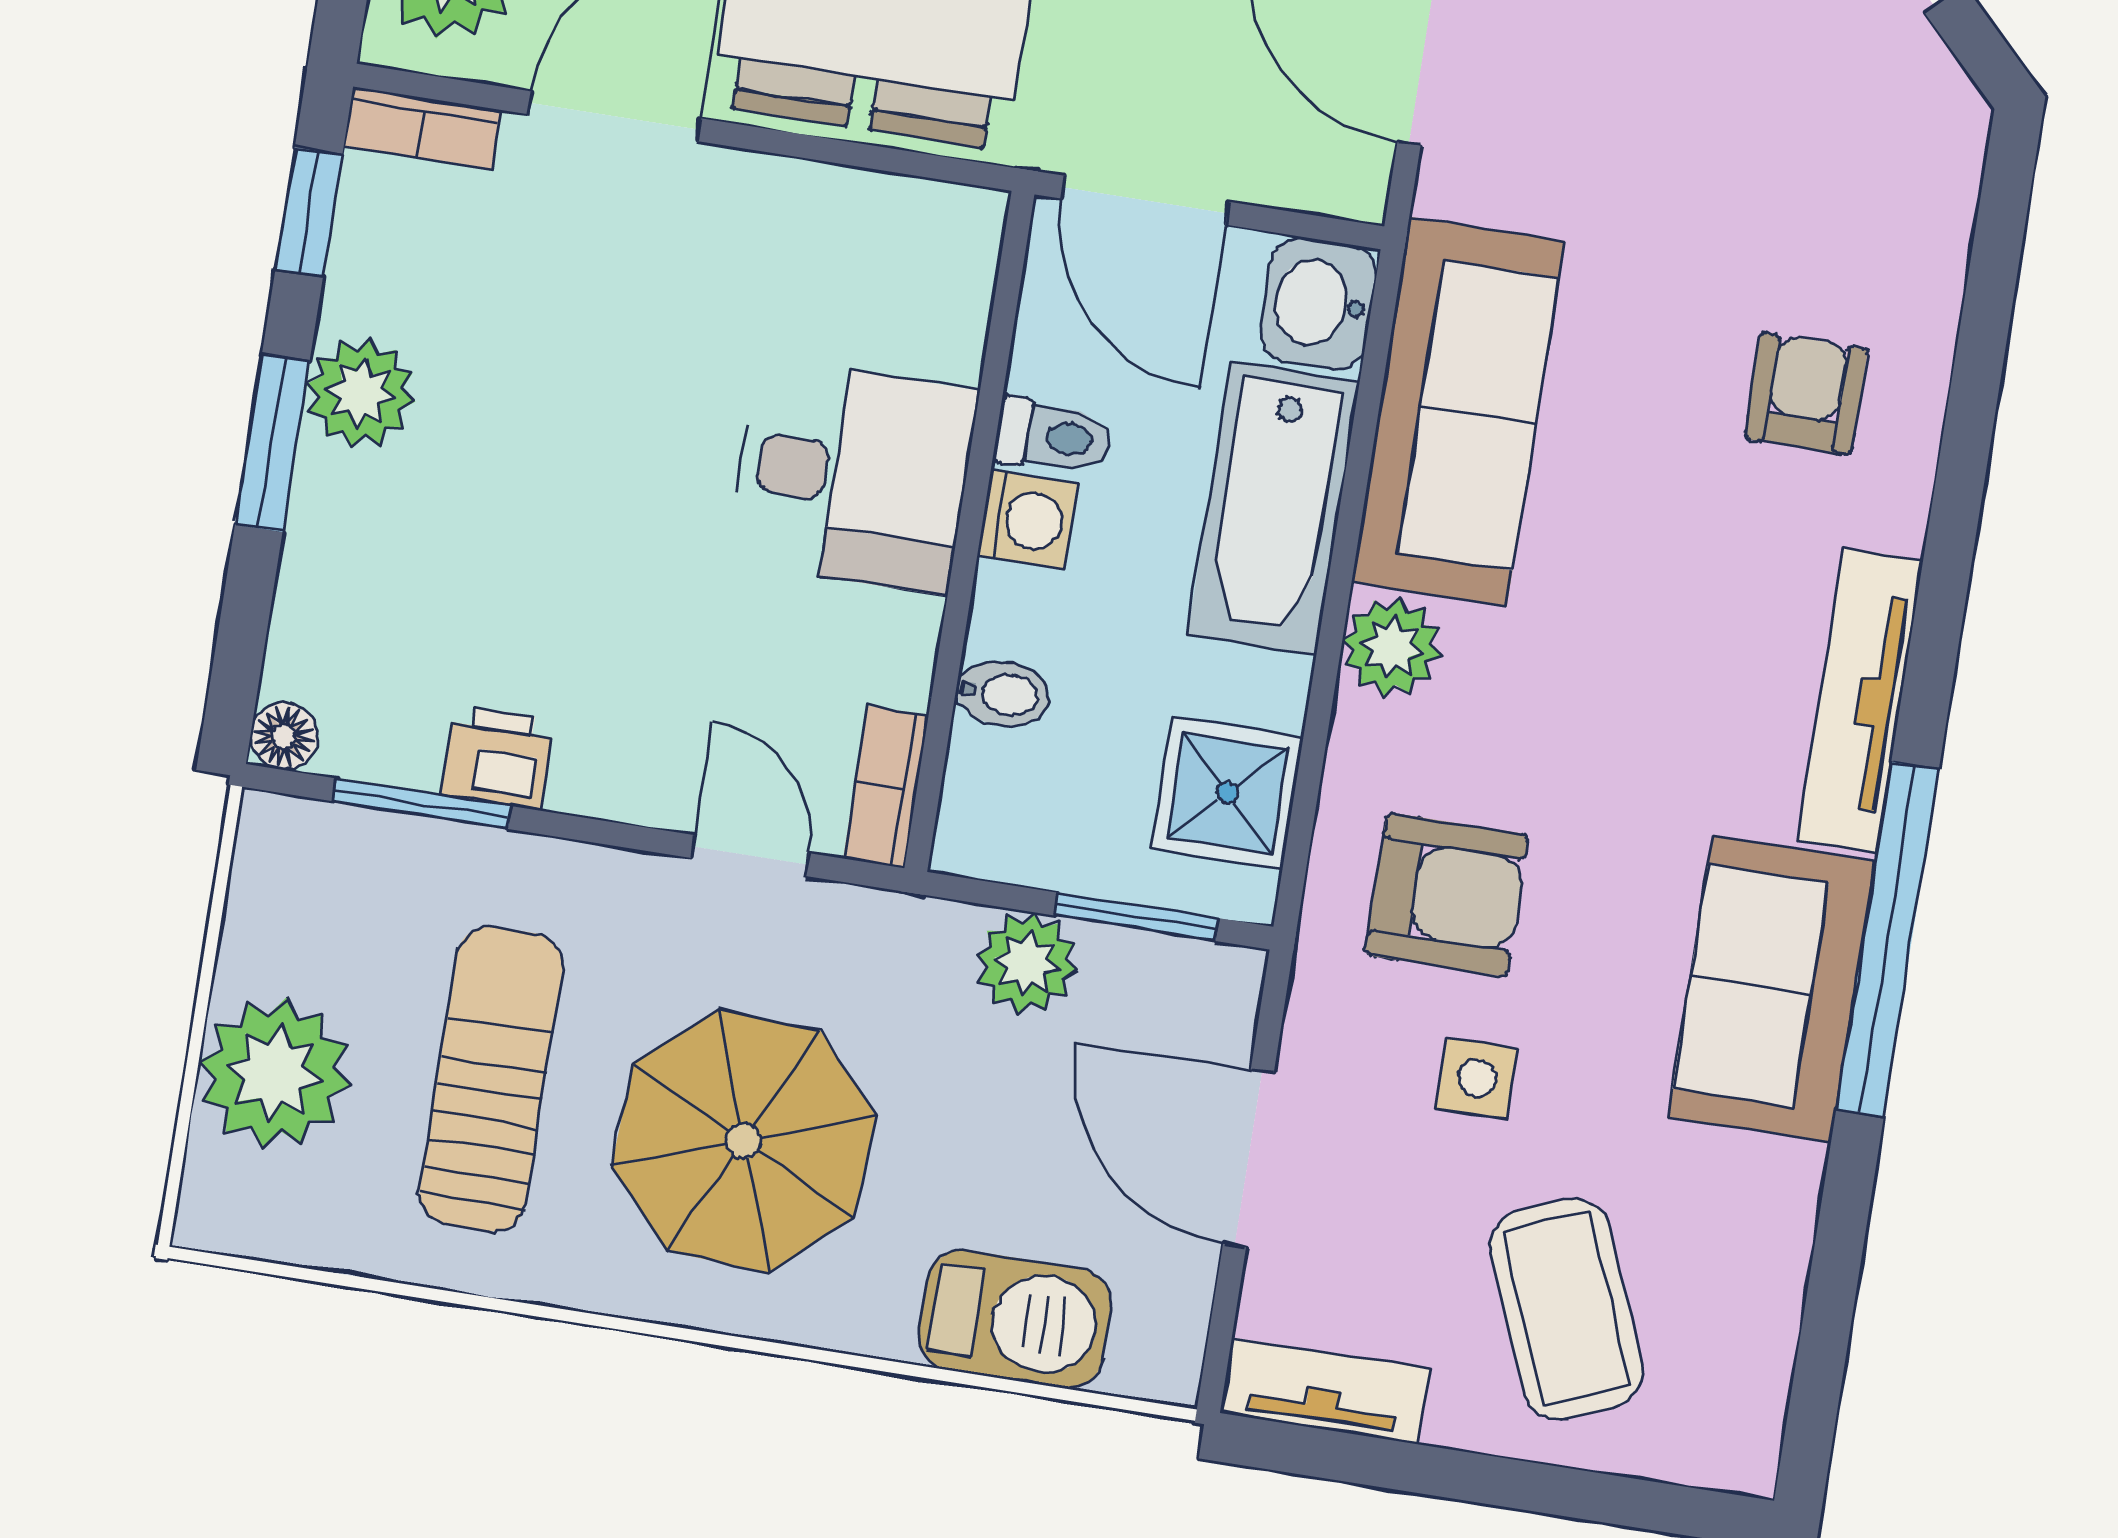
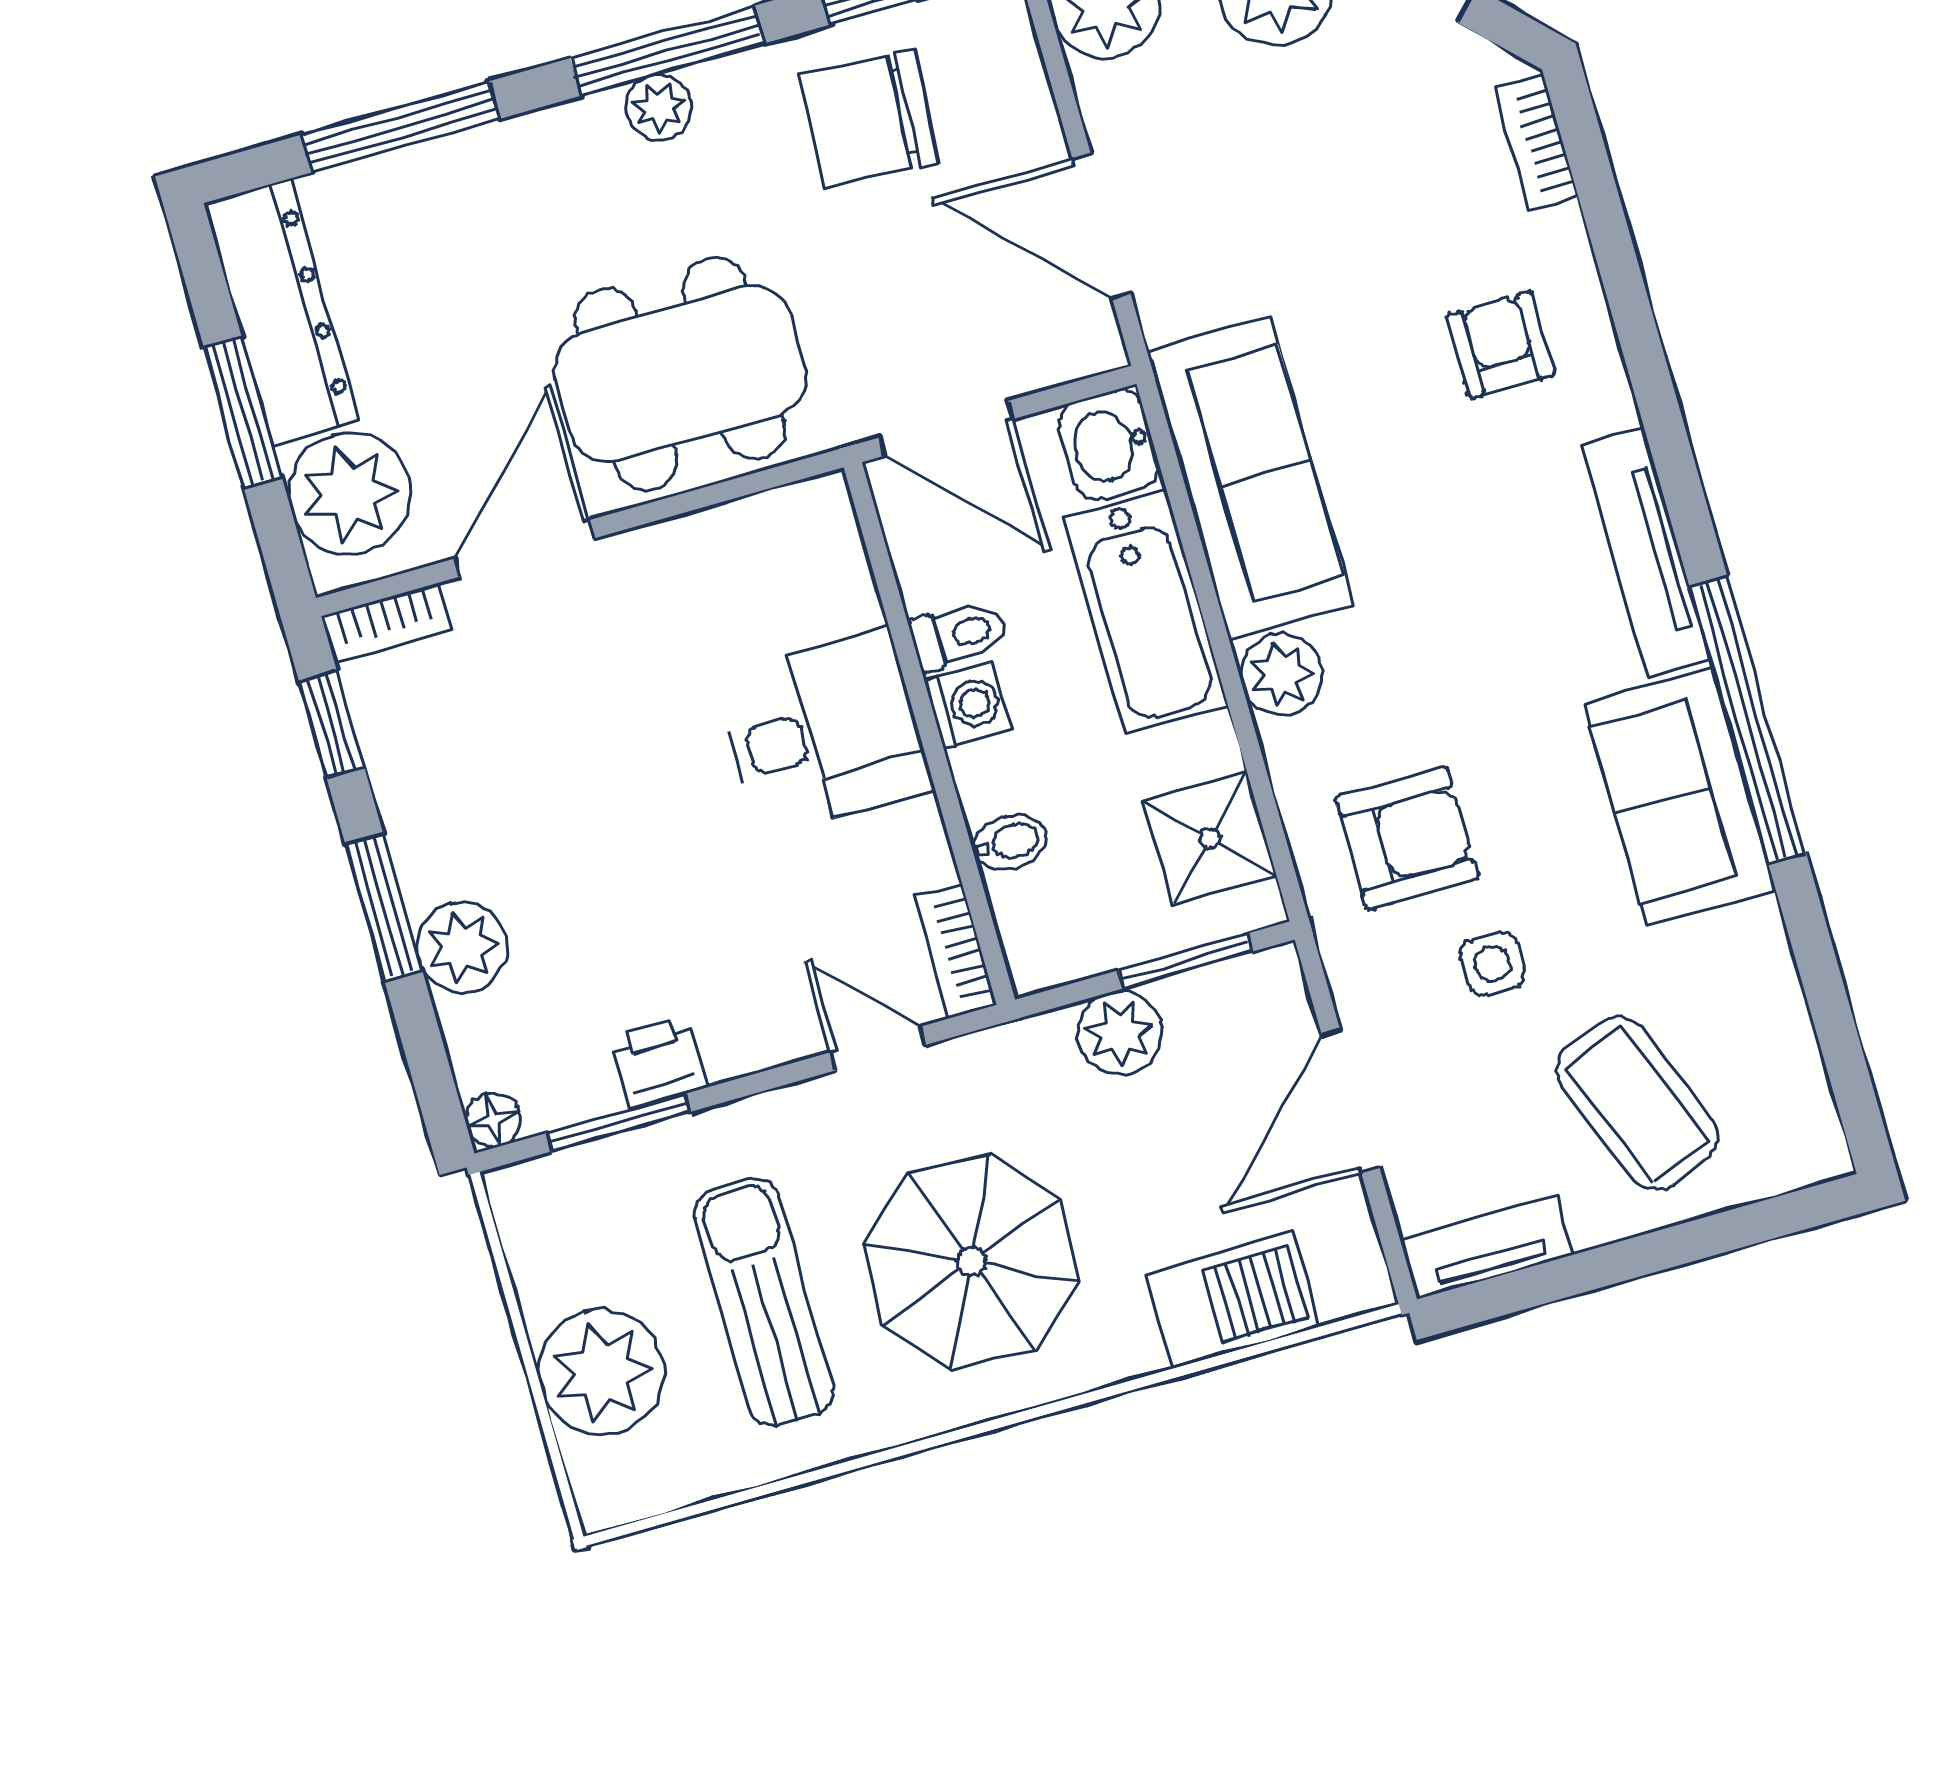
bookcase: (1951, 188) -> (1537, 143), added
plant: (361, 393) -> (462, 947), moved
door: (1248, 1158) -> (1351, 1101), hinge flipped

